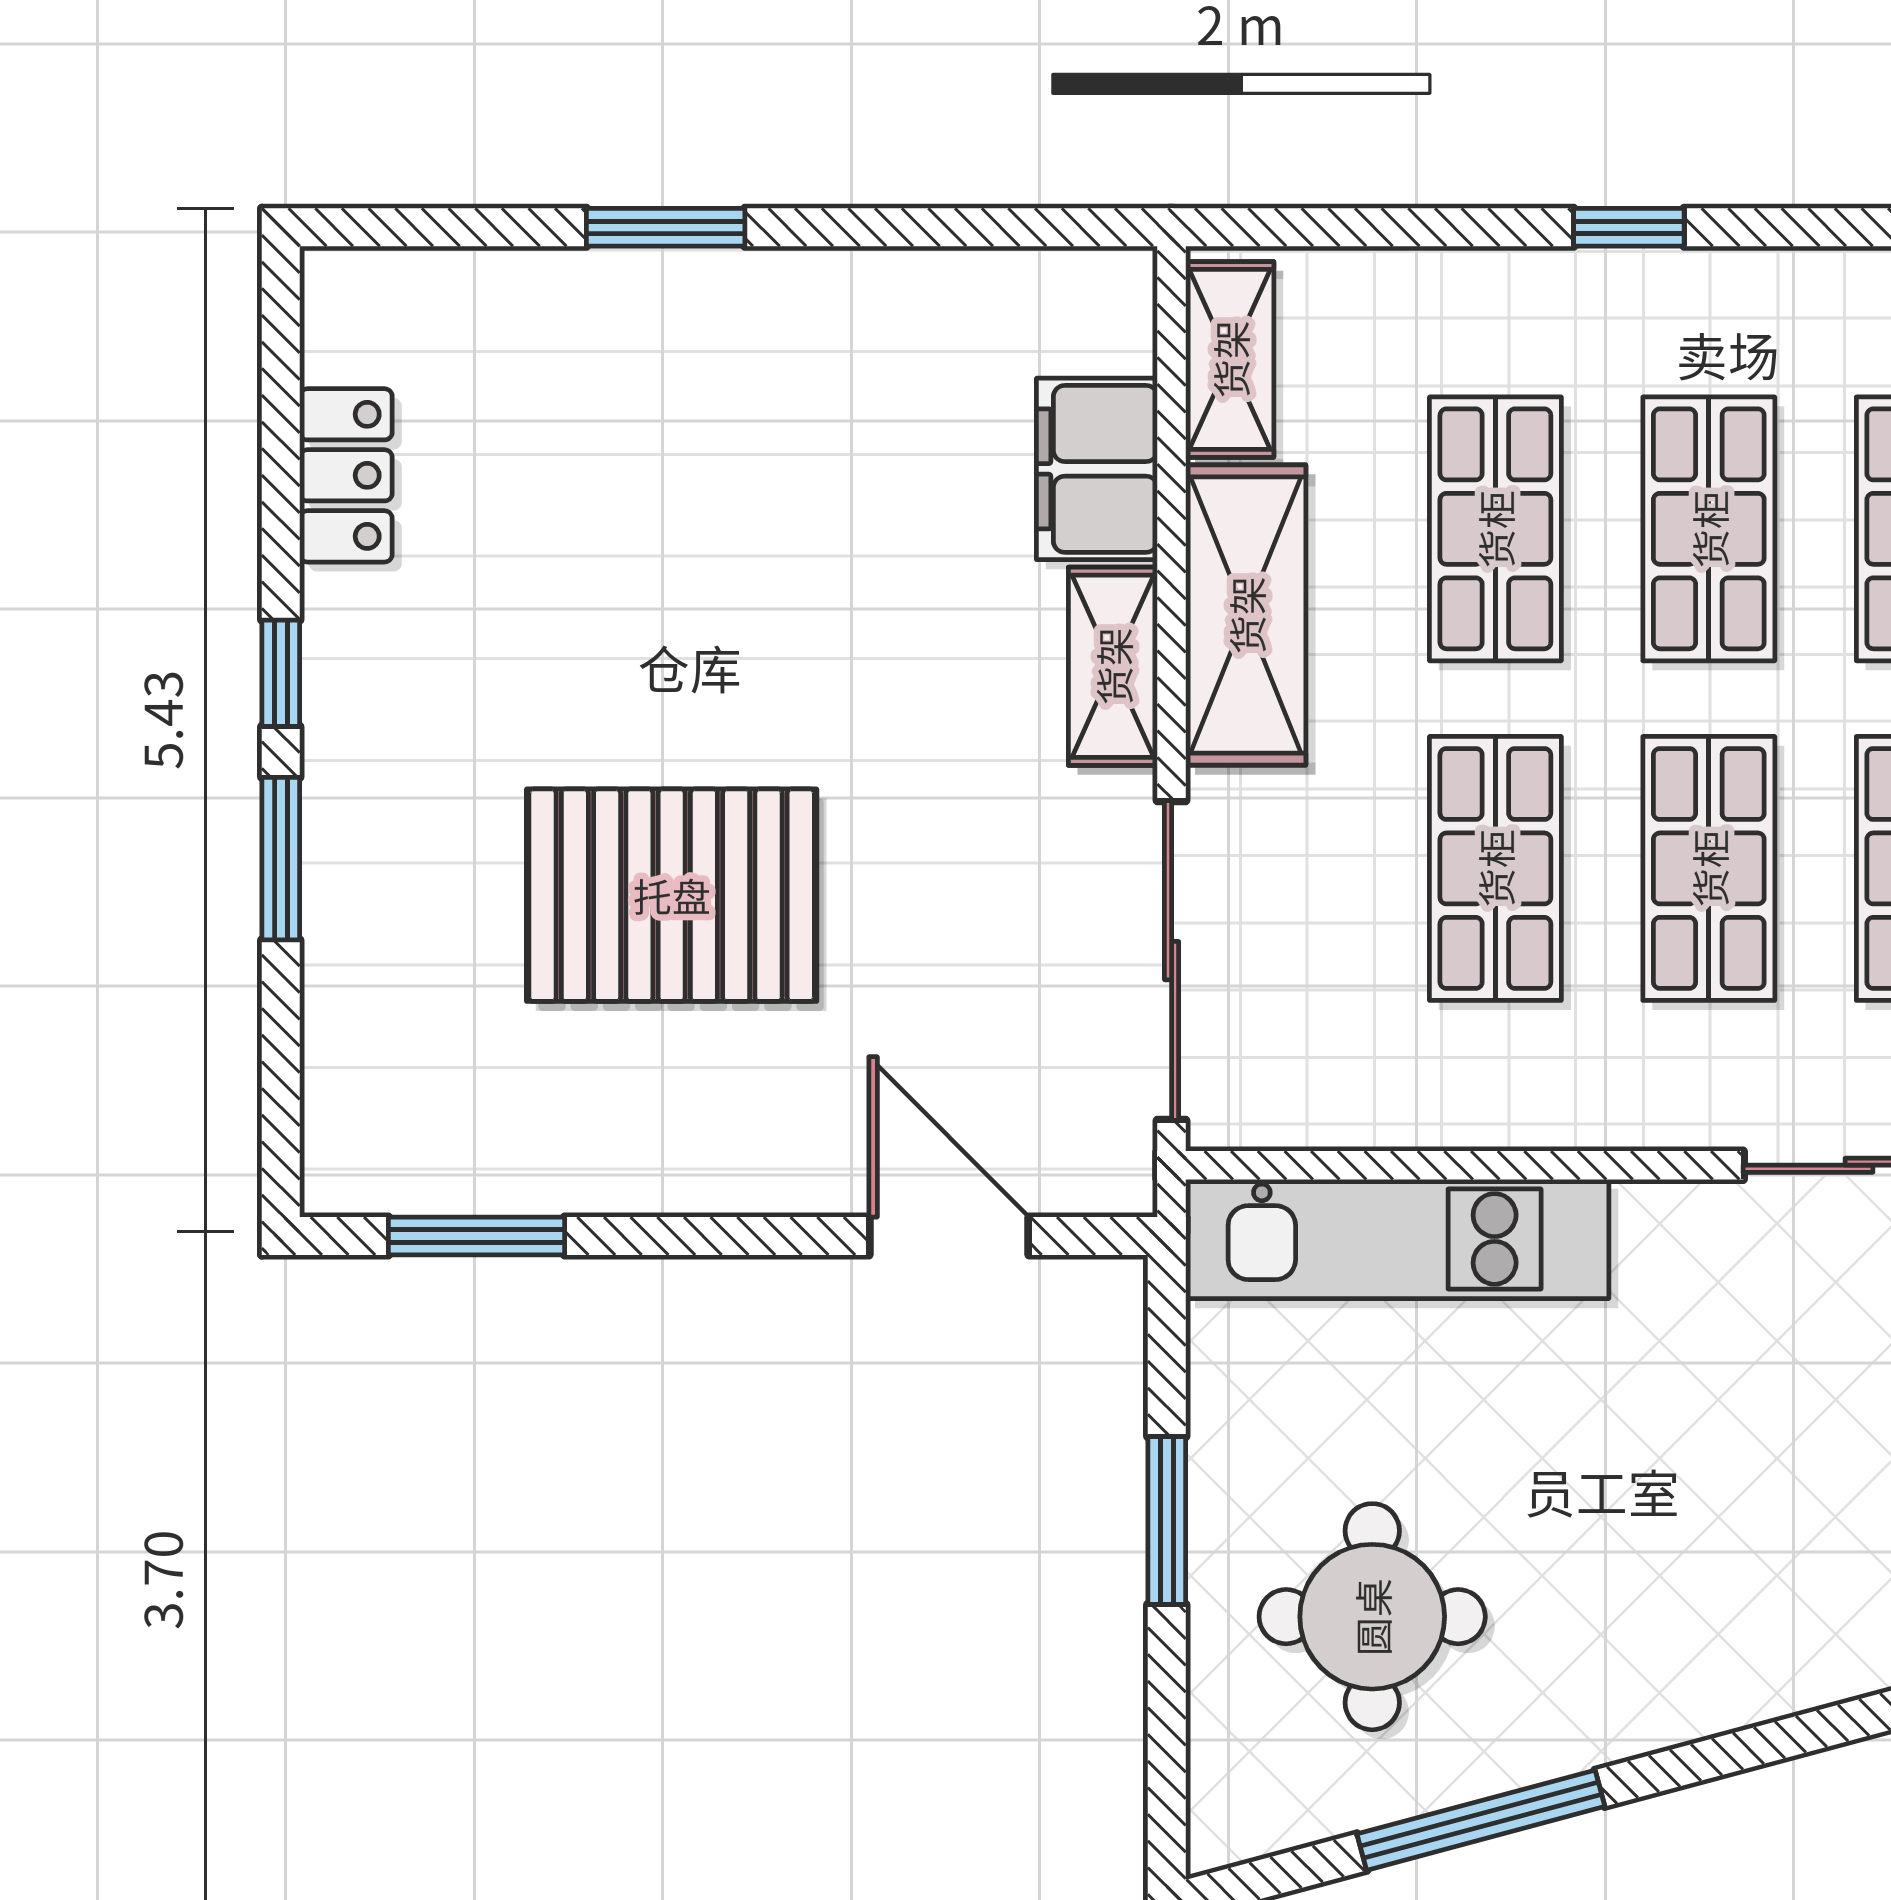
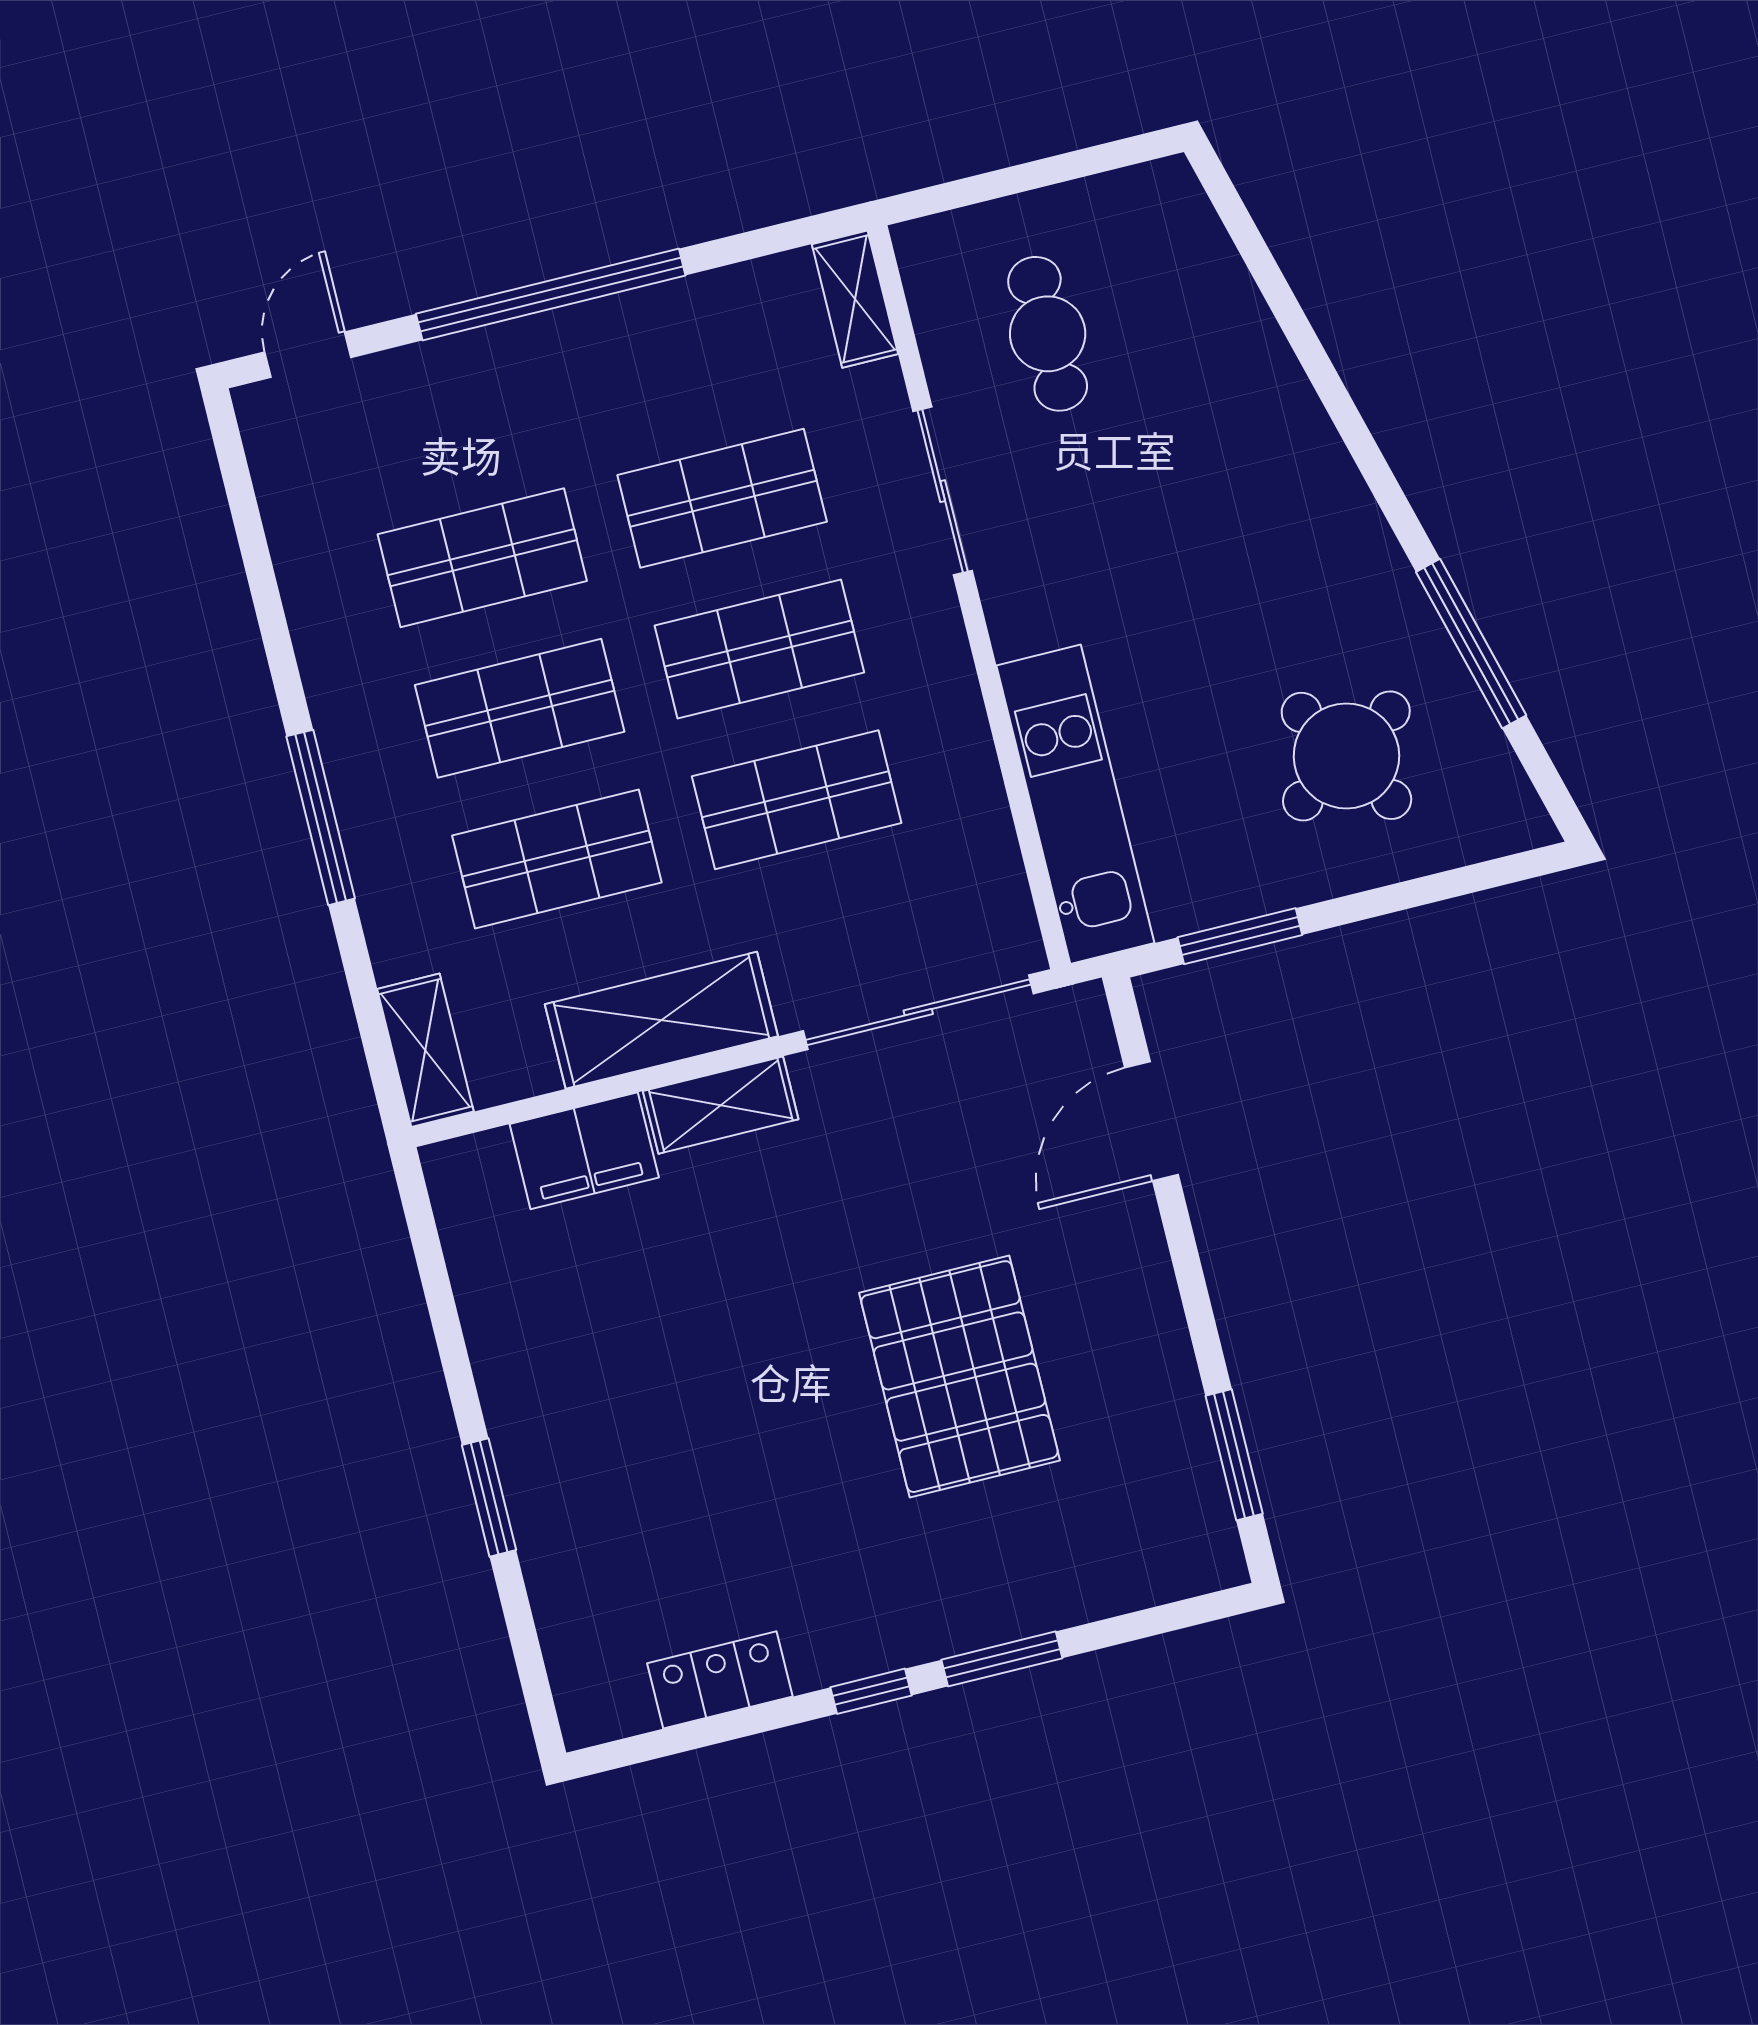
window: (1629, 227) -> (321, 817), width x2.17
shelving: (1230, 359) -> (425, 1050), moved, turned 90
window: (1167, 1521) -> (1240, 936), moved
round table: (1372, 1617) -> (1346, 756), turned -32

